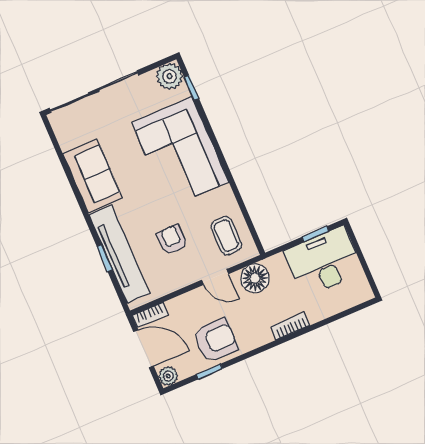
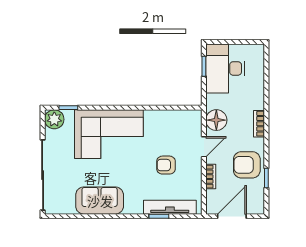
coffee table: (226, 236) -> (179, 127), removed
tv unit: (119, 254) -> (170, 207), width x0.73, depth x0.78
bookcase: (150, 315) -> (211, 177), moved
bookcase: (290, 326) -> (259, 124), moved
armchair: (215, 340) -> (247, 165), turned -90
plant: (168, 376) -> (257, 207), removed

